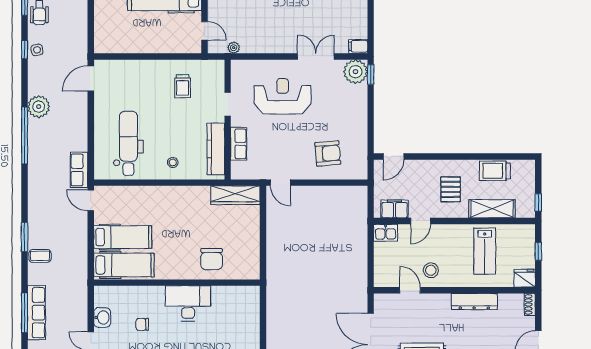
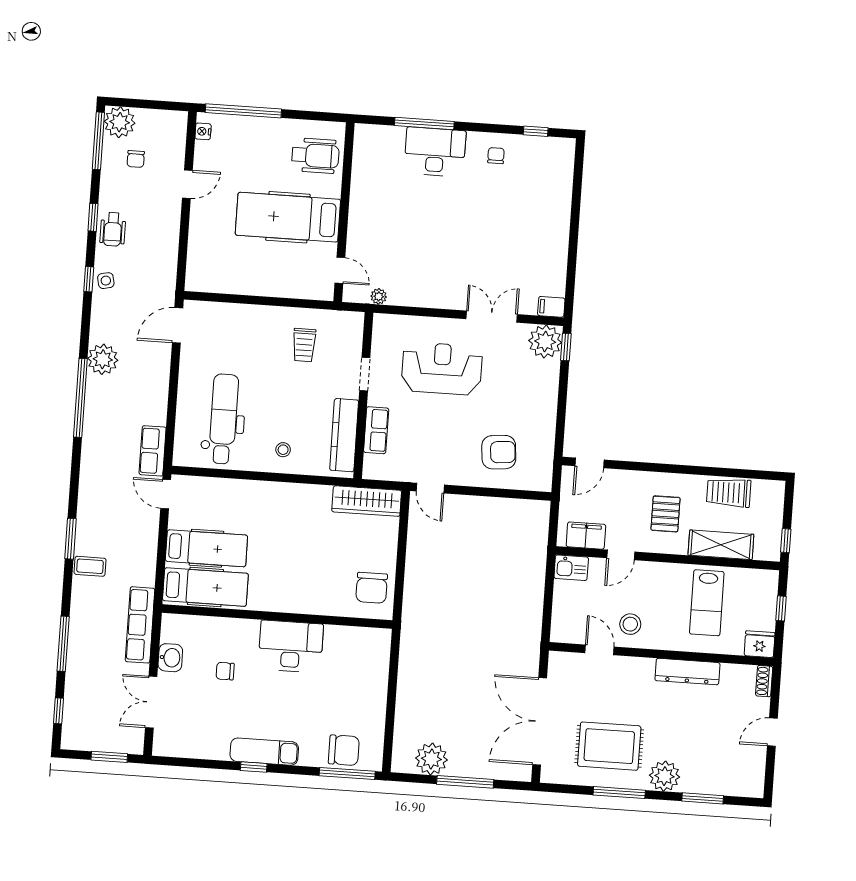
chair: (212, 259) -> (372, 588), moved
row of seats: (36, 313) -> (140, 625), moved, turned 180

